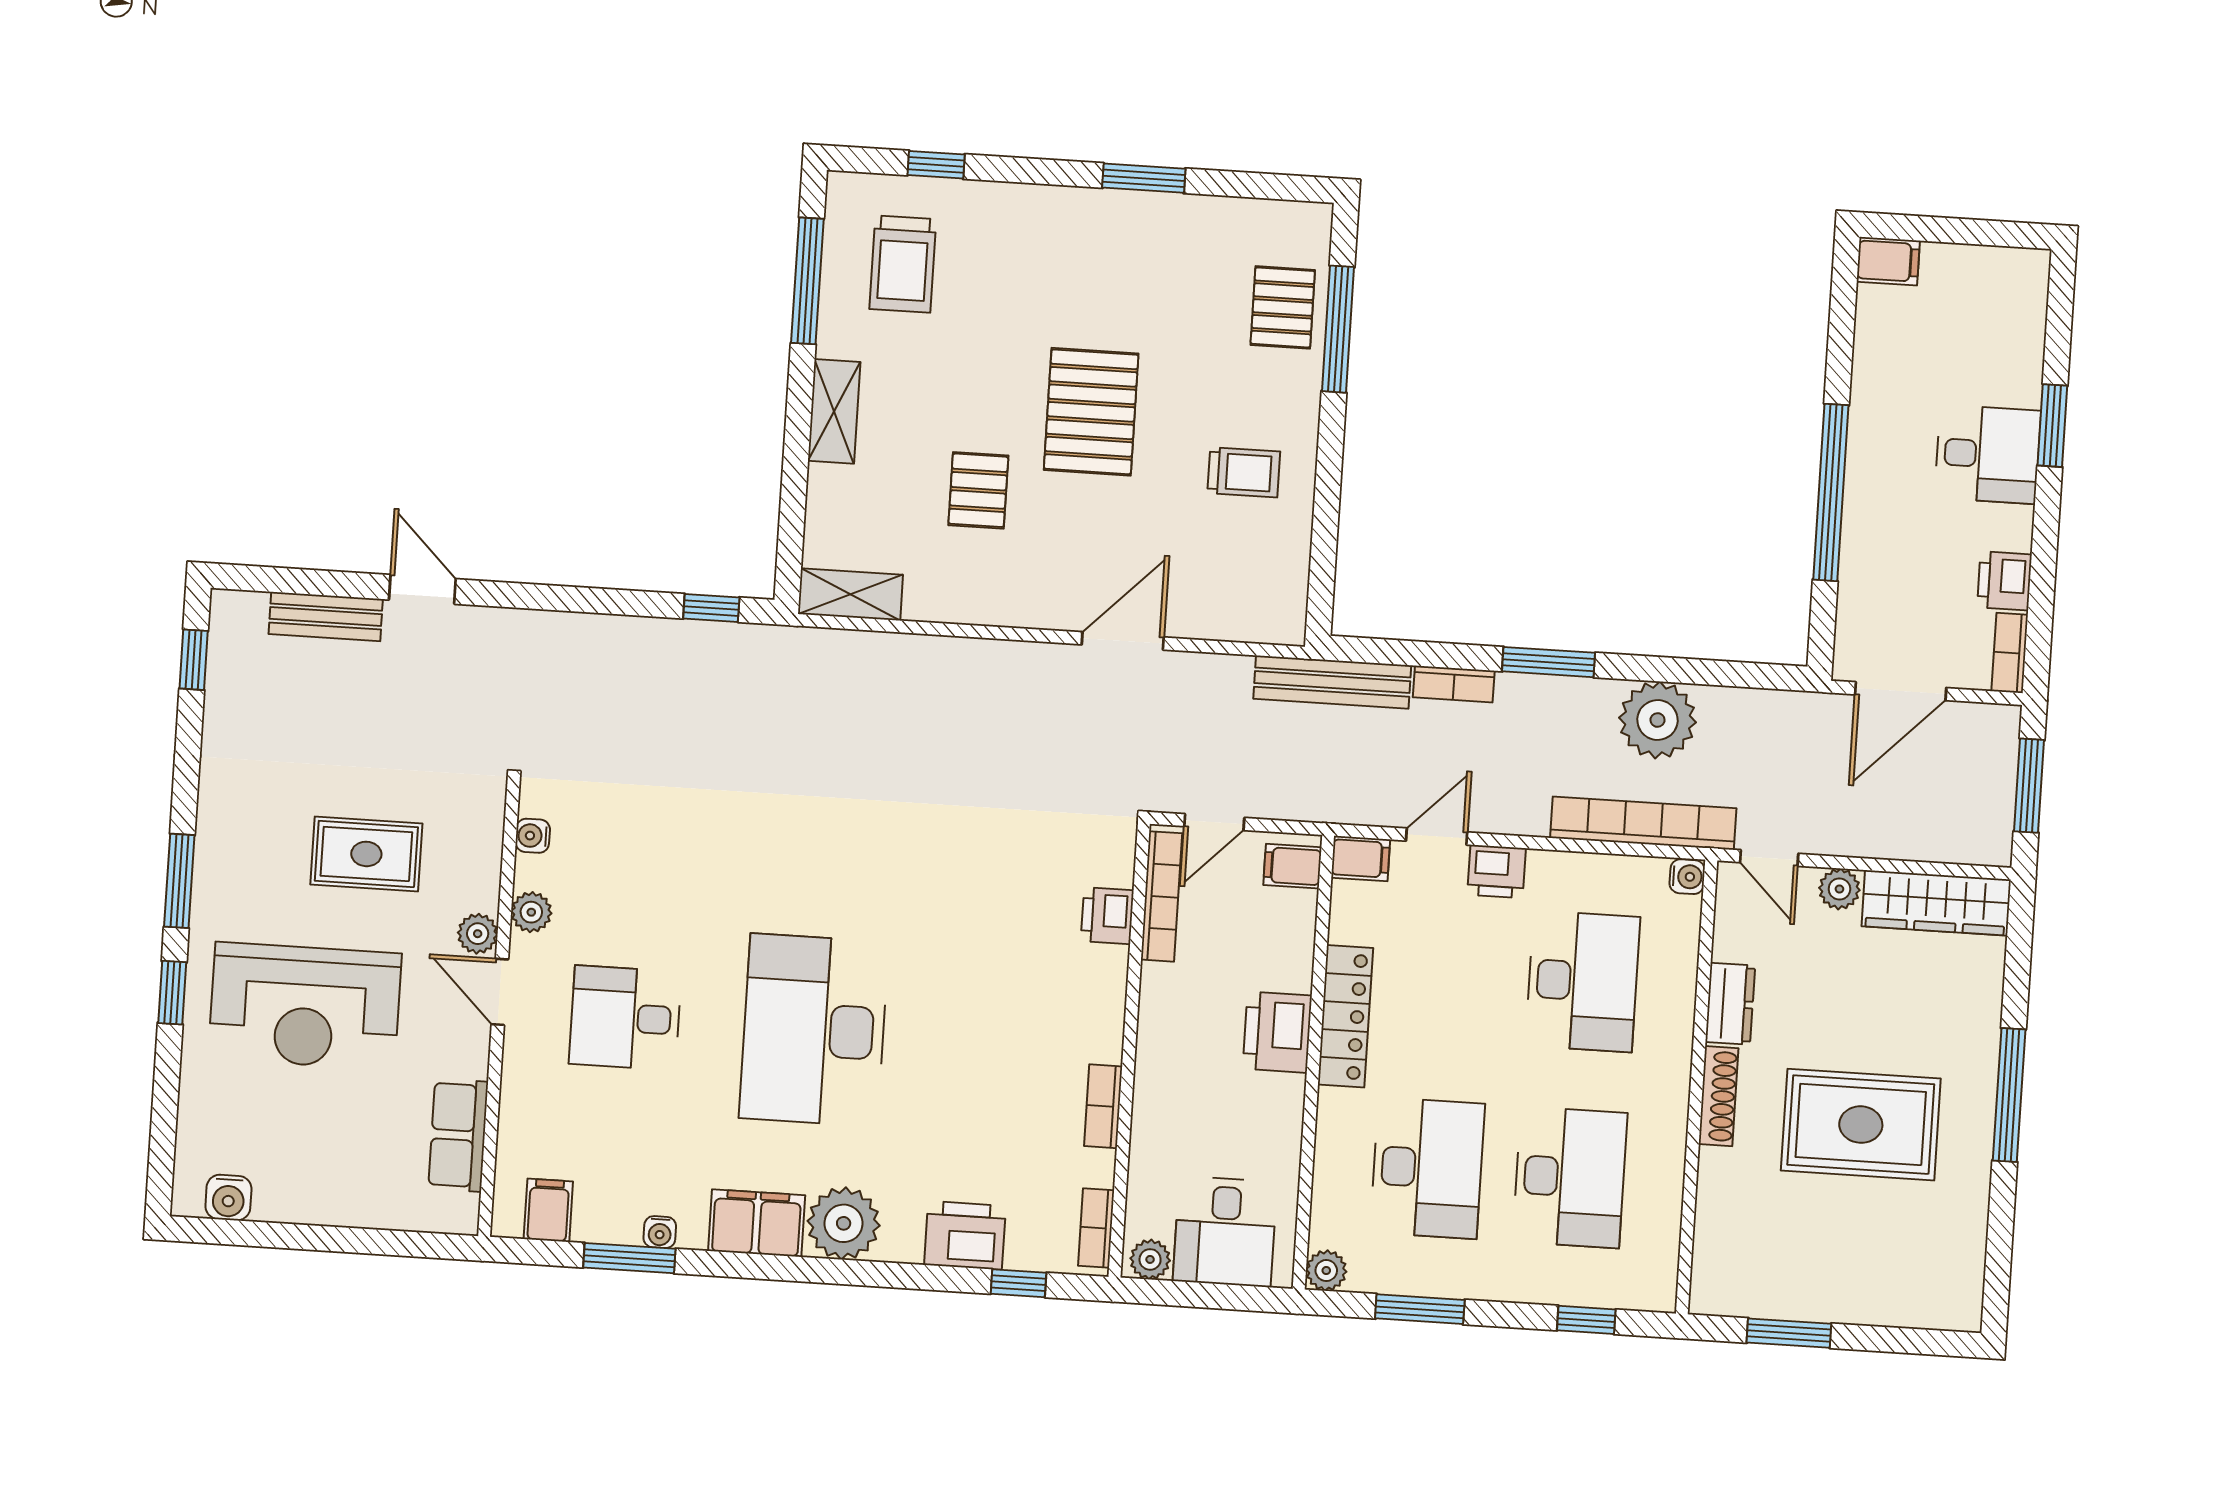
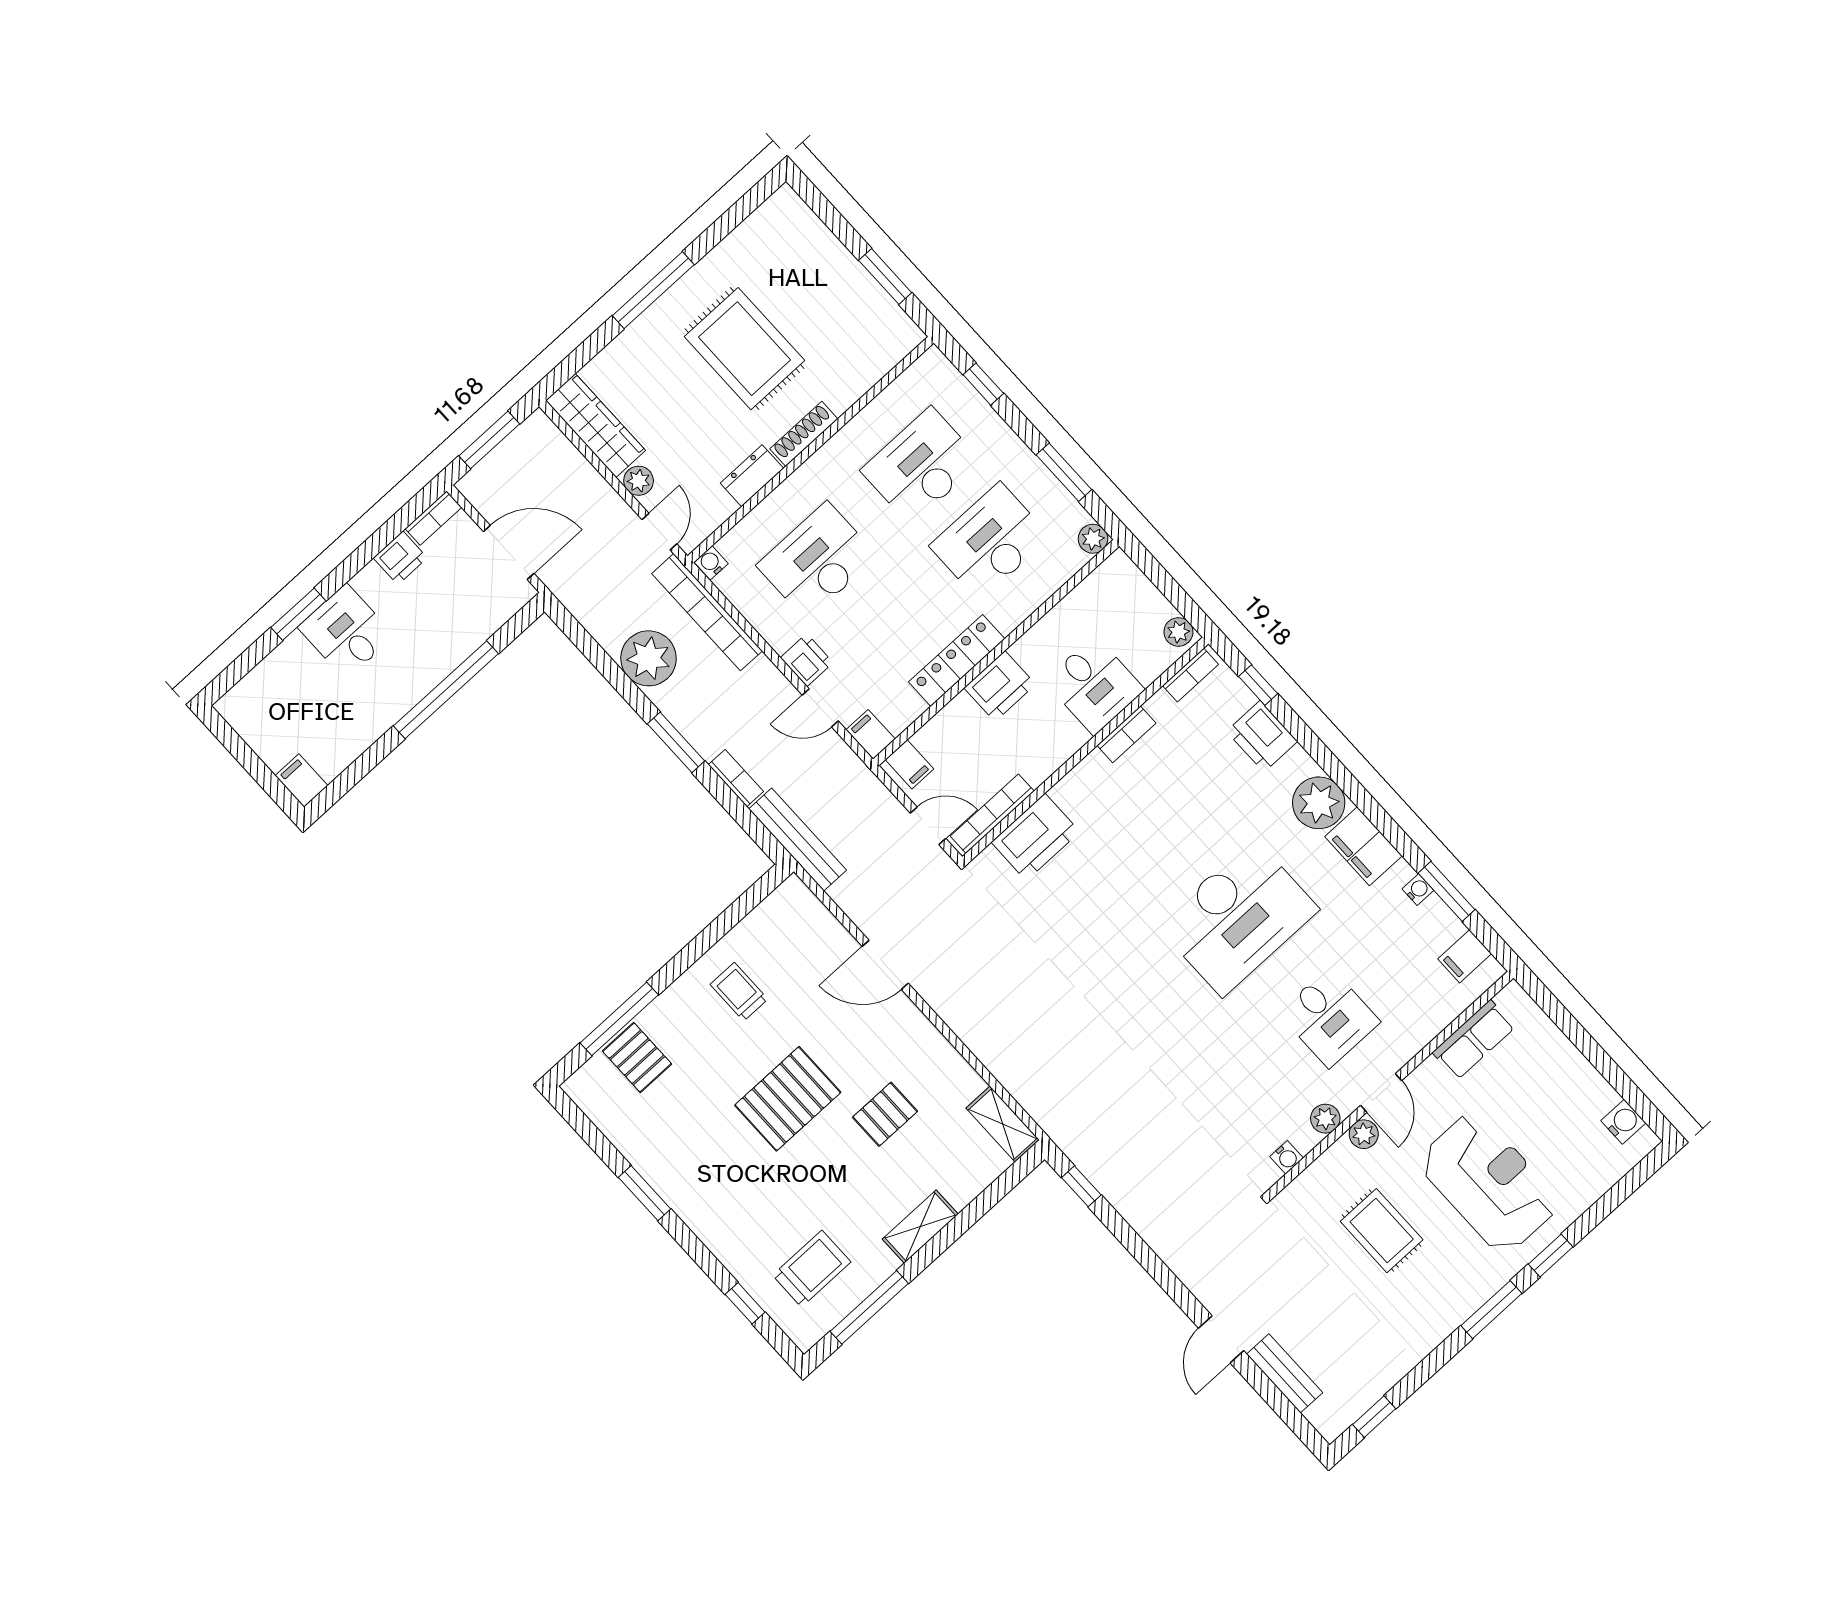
pallet: (1283, 307) -> (637, 1057), turned 90
printer: (1107, 916) -> (1036, 837), width x1.87, depth x1.48
desk: (1225, 1232) -> (1094, 685), moved, turned 90

